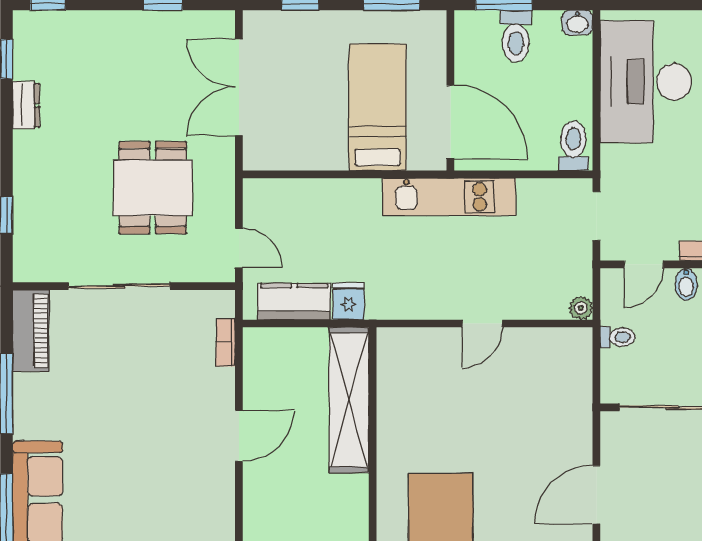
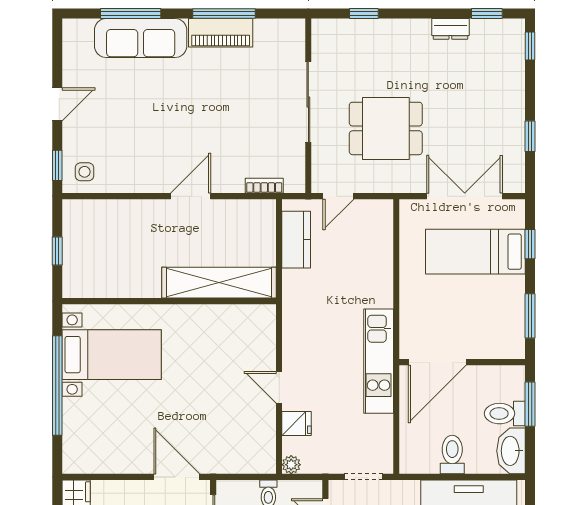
washbasin: (577, 23) -> (511, 451), width x1.91, depth x1.45
bed: (378, 107) -> (475, 252), moved, turned 180
toilet: (573, 146) -> (452, 455), moved, turned -90
fridge: (349, 301) -> (296, 423), moved
piano: (31, 331) -> (221, 33), moved
door: (239, 436) -> (191, 196), swing flipped
door: (596, 495) -> (177, 477), moved

